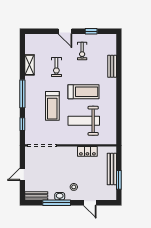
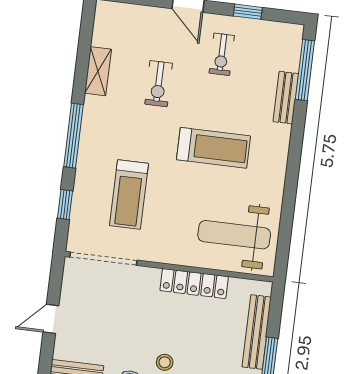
window: (119, 53) -> (305, 70), added
treadmill: (52, 106) -> (129, 194), moved
weight bench: (84, 121) -> (234, 235), moved
locker: (87, 151) -> (194, 284), width x1.53

